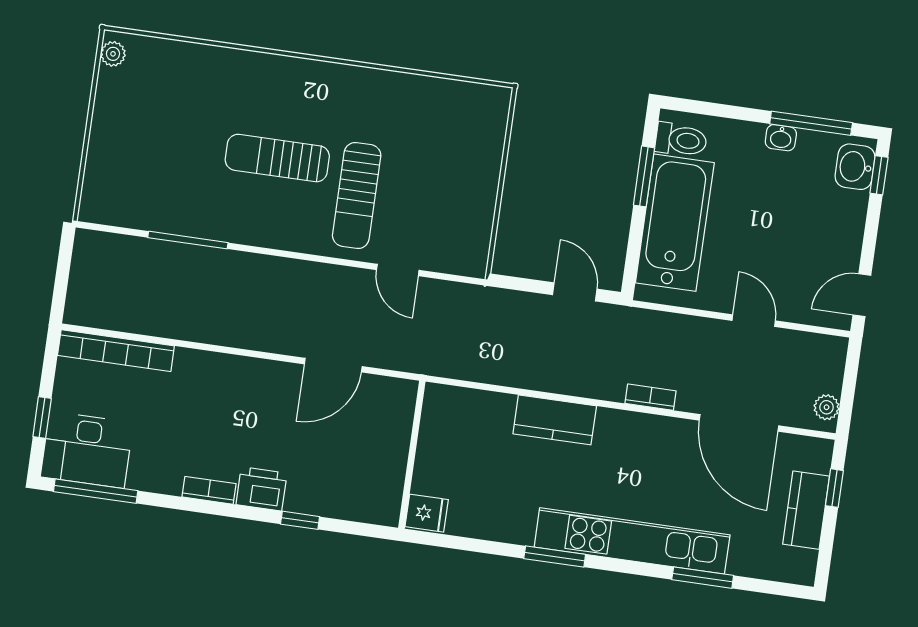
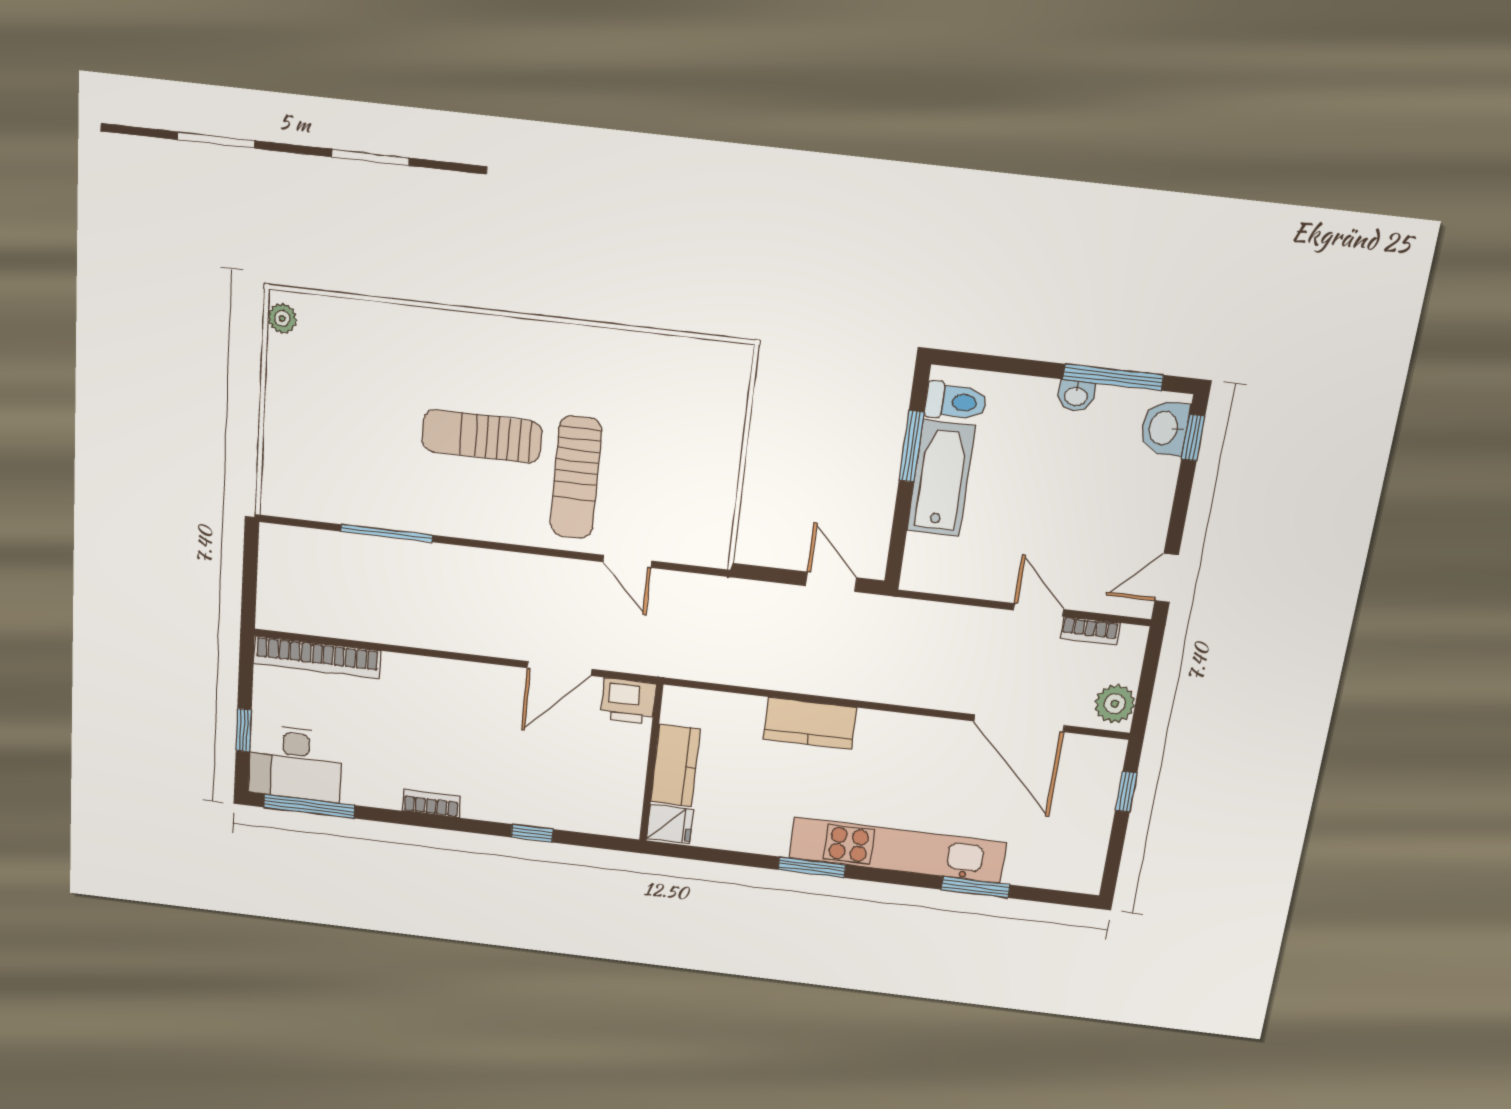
bathtub: (675, 223) -> (941, 478), width x0.73, depth x0.73
bookcase: (651, 397) -> (1090, 631), moved, turned 180
plant: (827, 407) -> (1115, 704), width x1.38, depth x1.38
printer: (261, 489) -> (628, 701), moved, turned 180
kitchen counter: (806, 510) -> (675, 766), moved, turned 180

